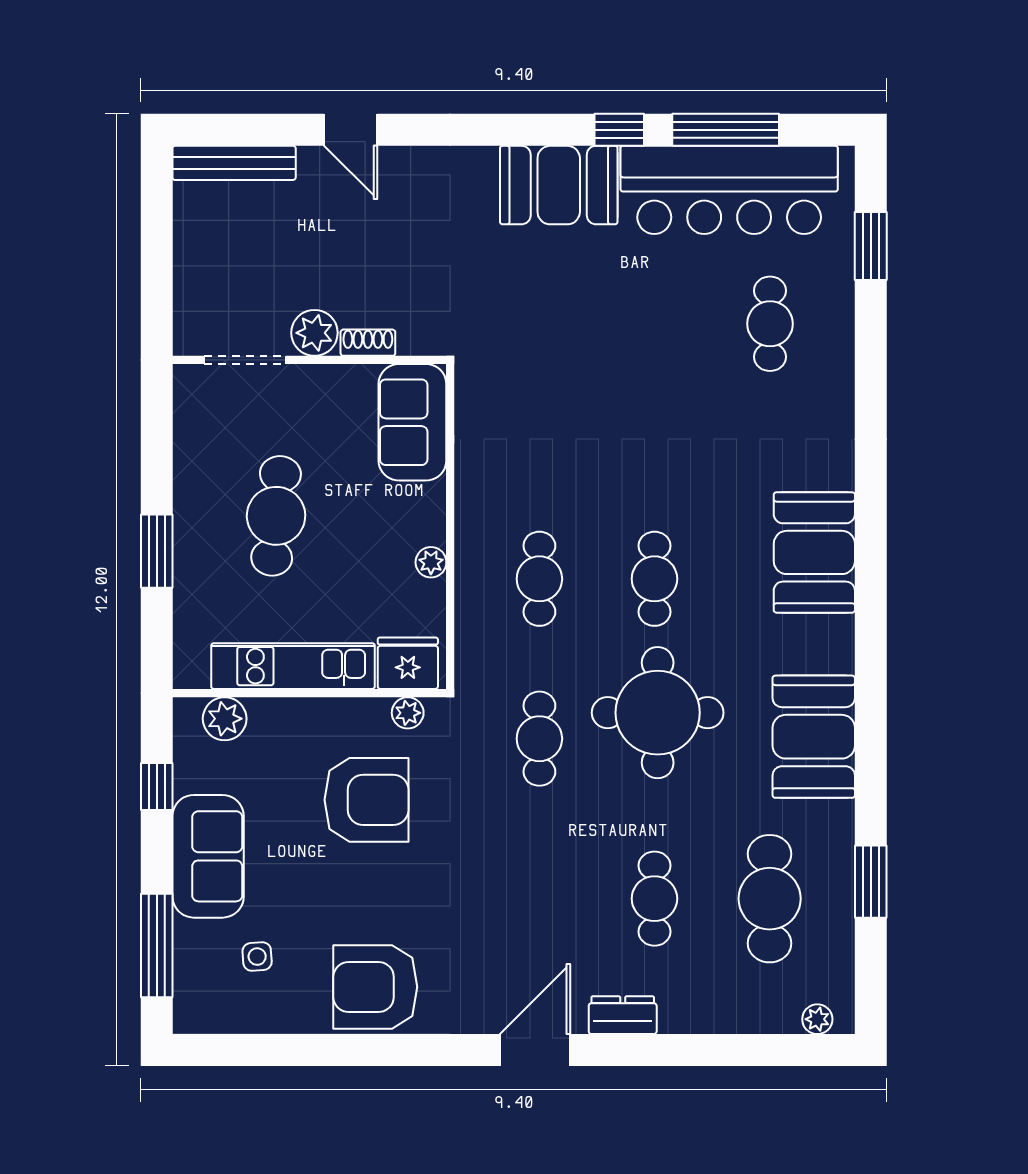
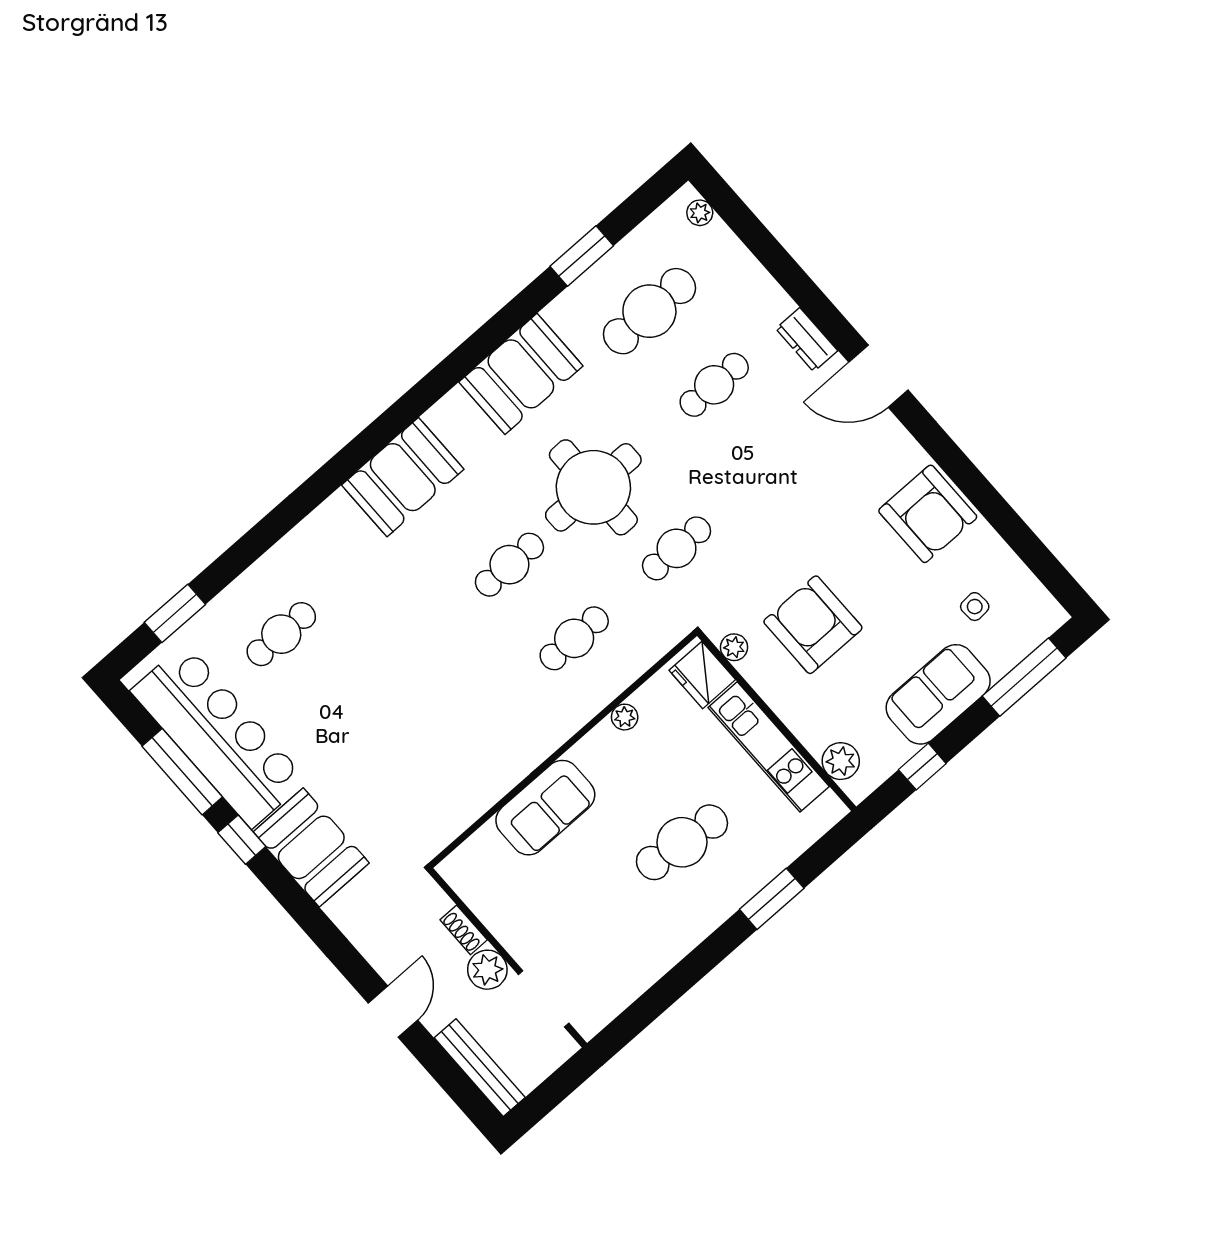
plant: (314, 333) -> (487, 970), moved
shoe rack: (368, 343) -> (464, 930), moved
doorway: (245, 360) -> (544, 999), moved
wall: (309, 360) -> (508, 958), moved

